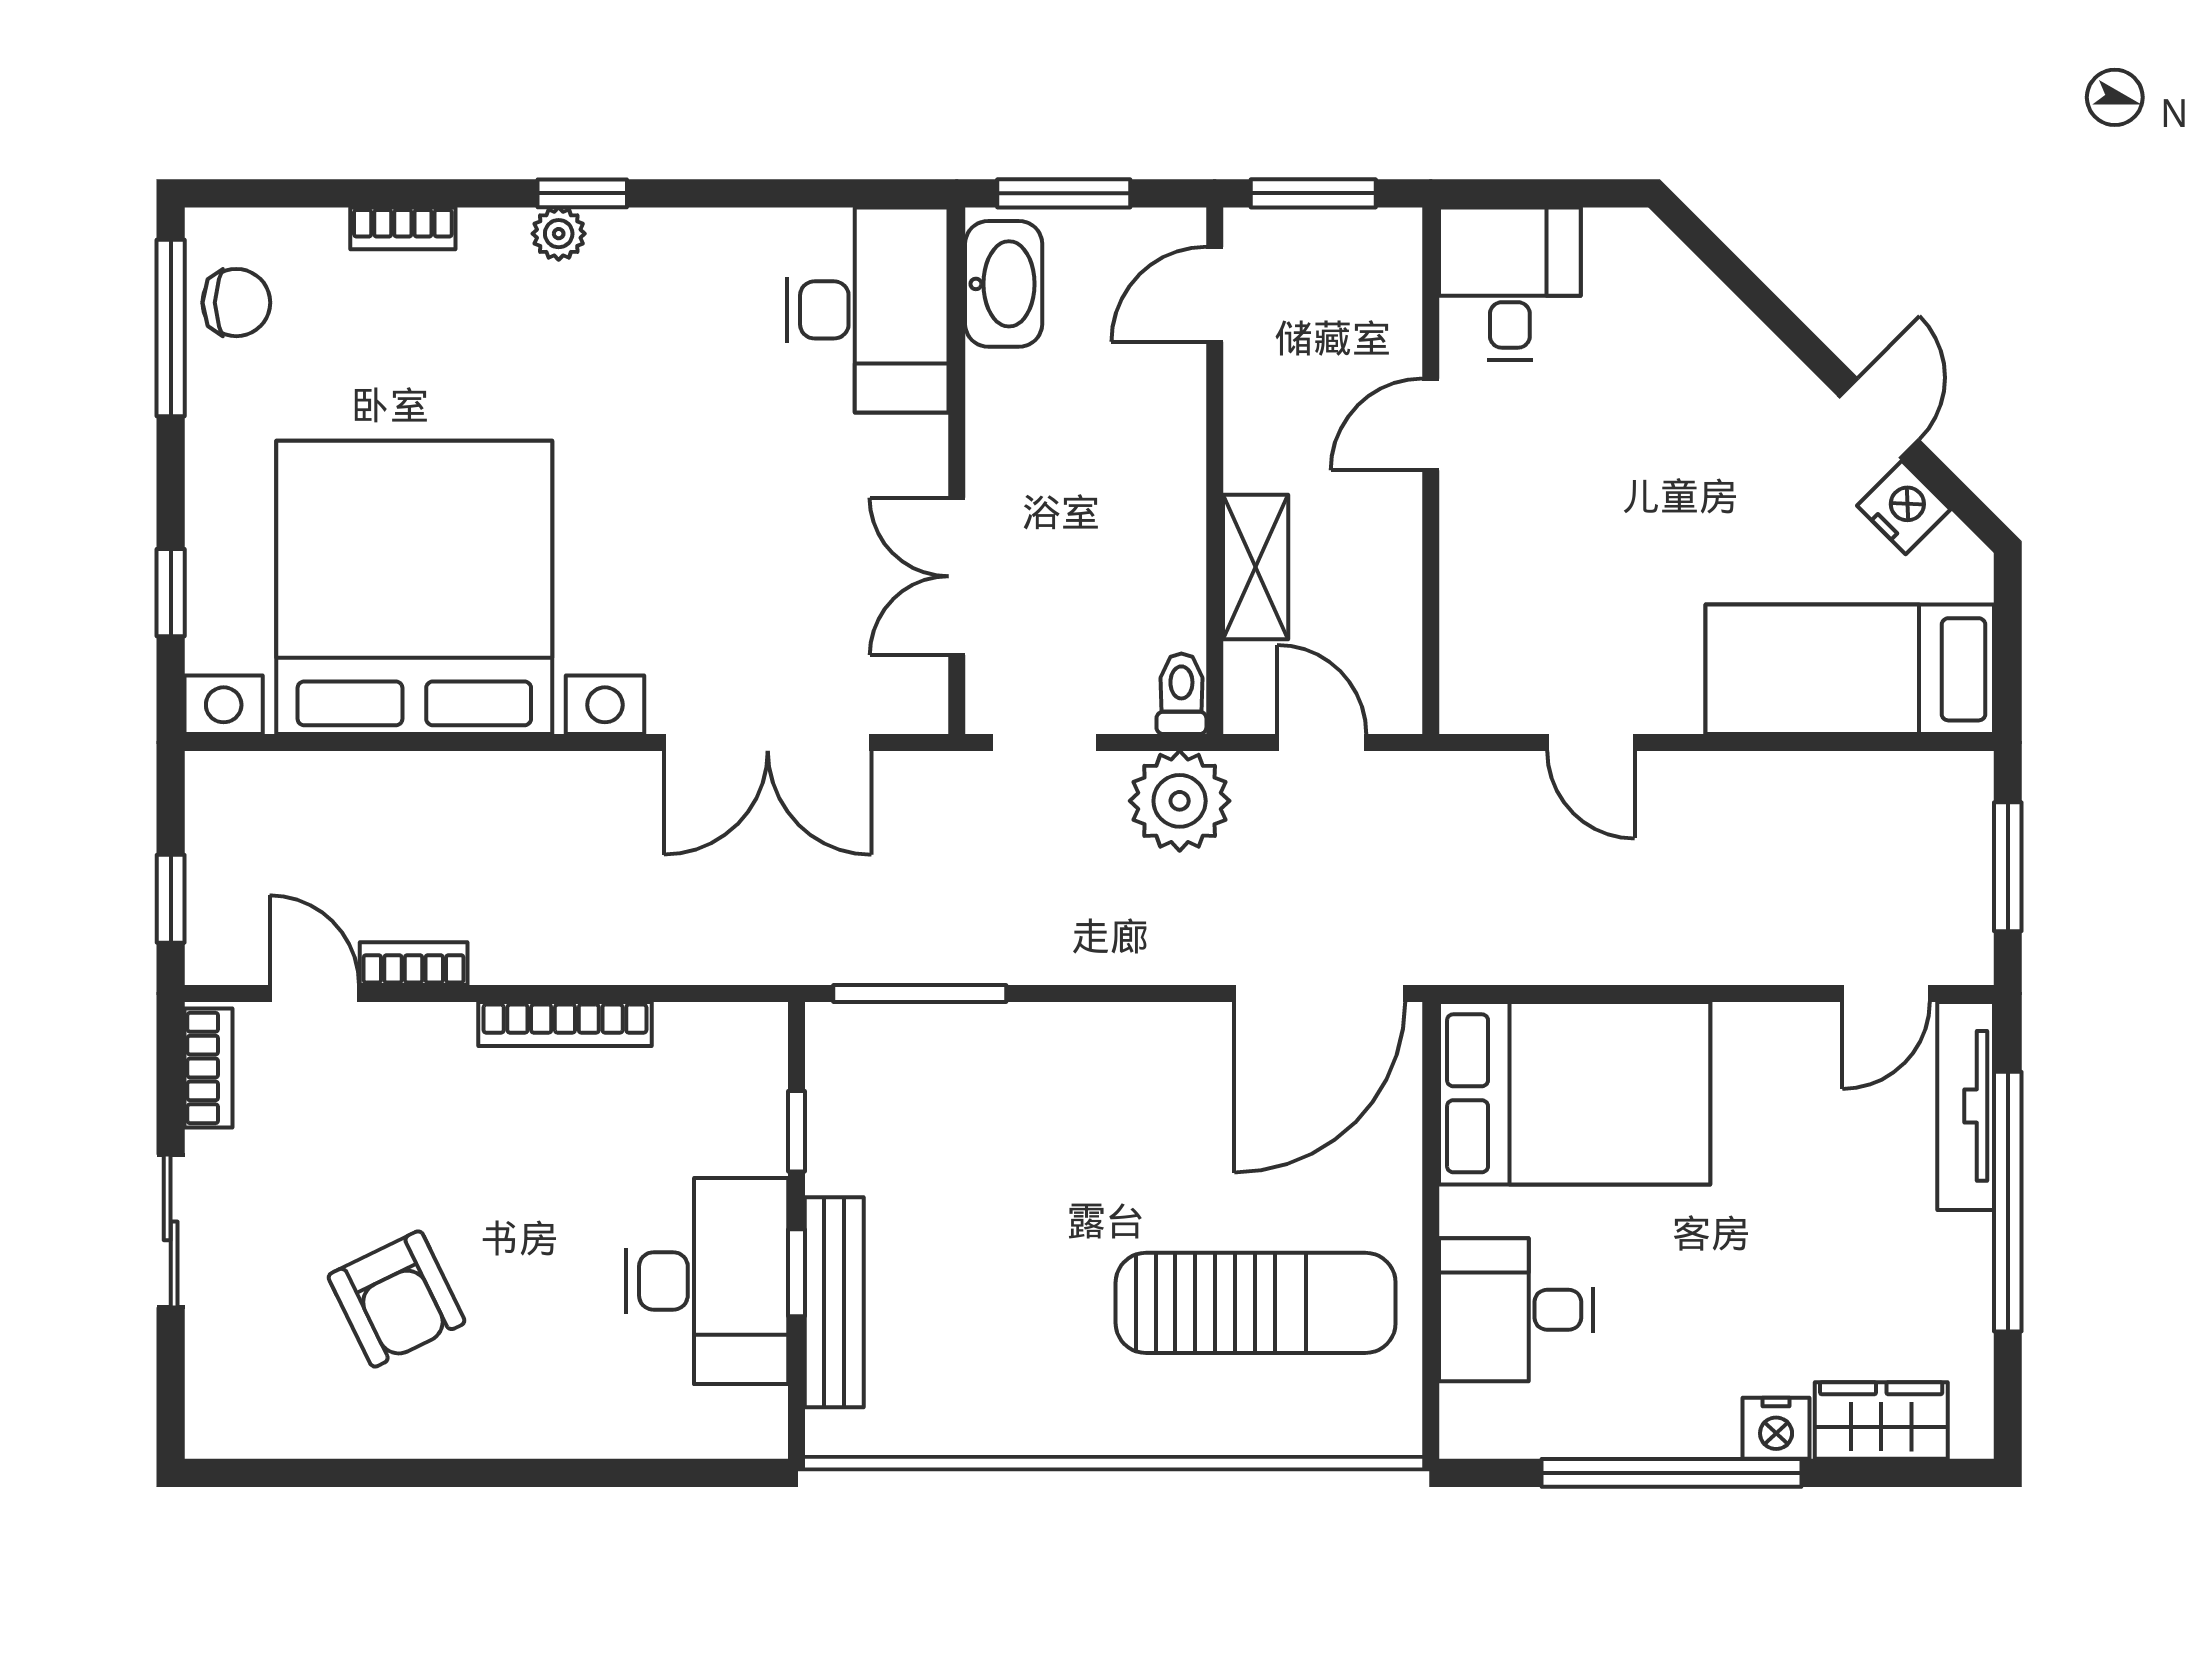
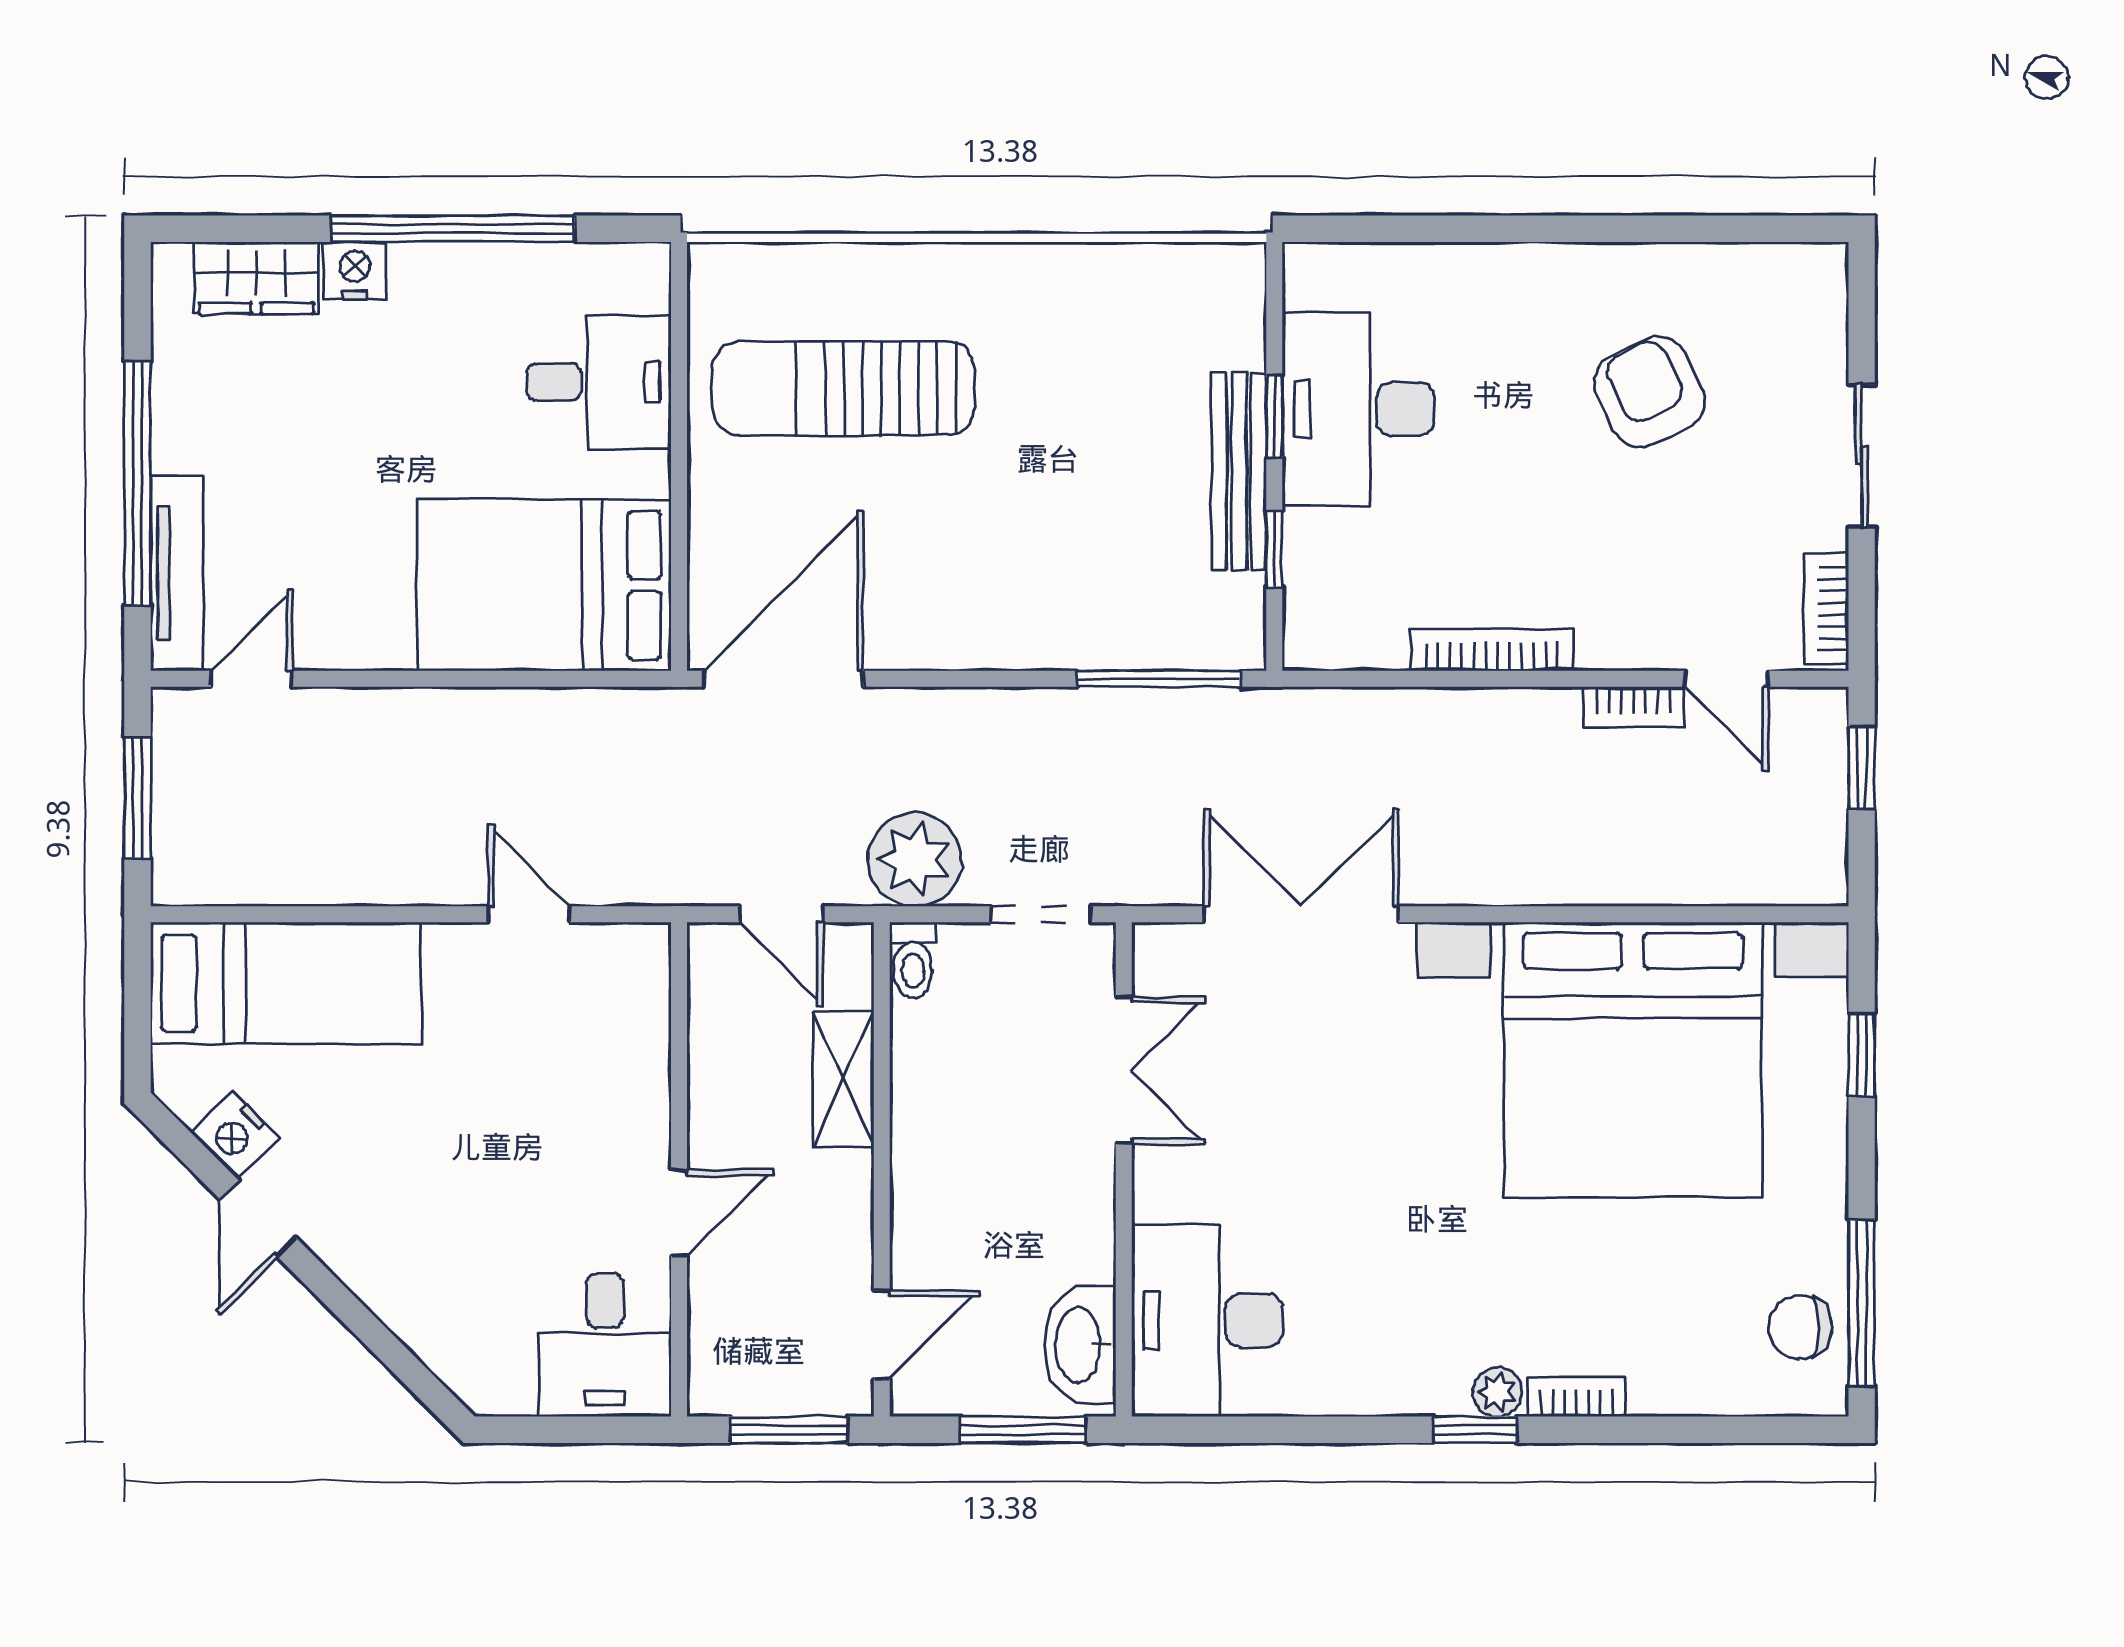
bookcase: (403, 228) -> (1577, 1397), moved
bench: (834, 1302) -> (1239, 471), moved

